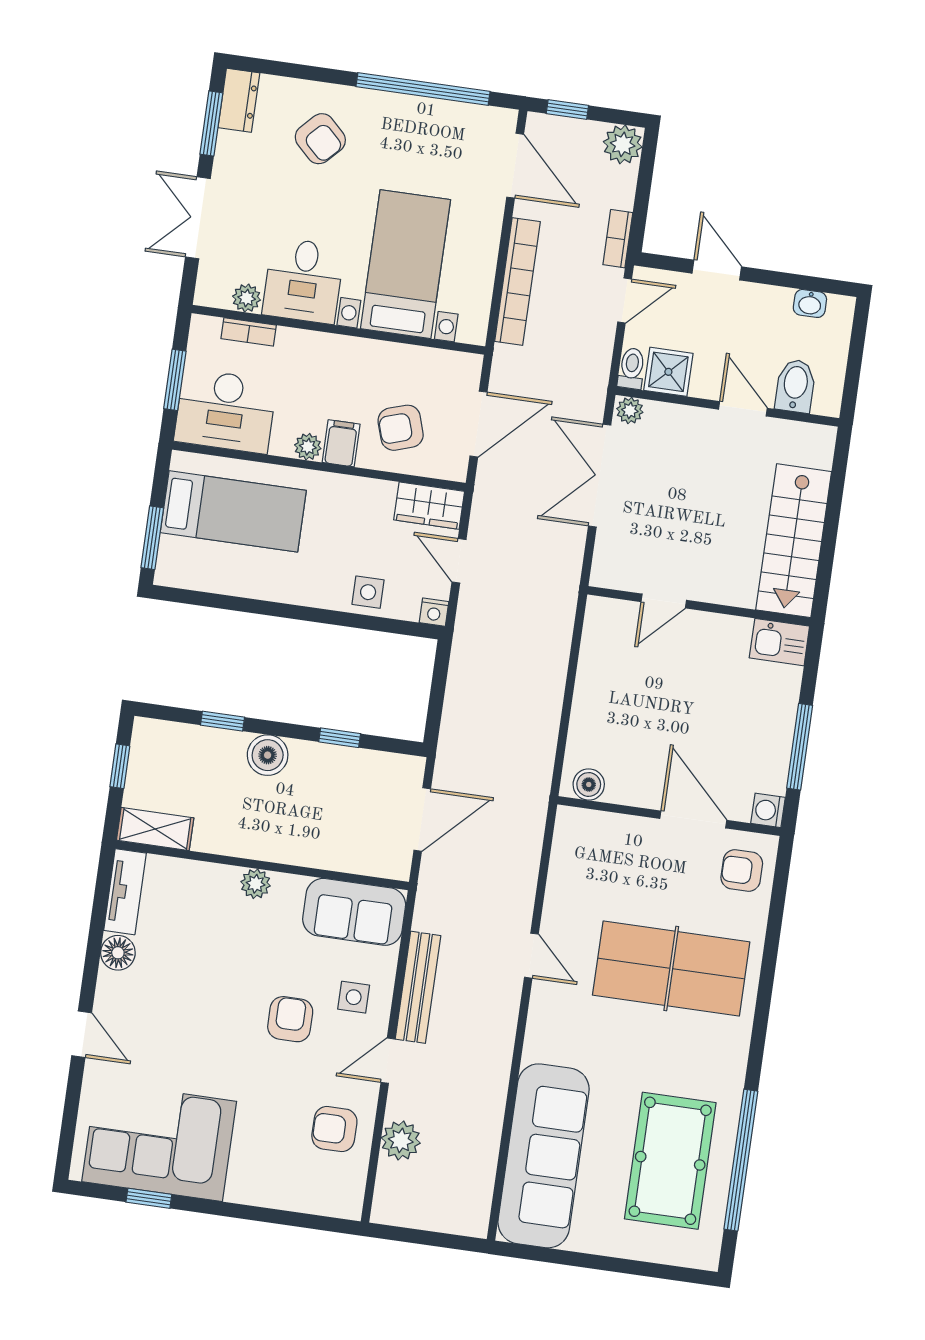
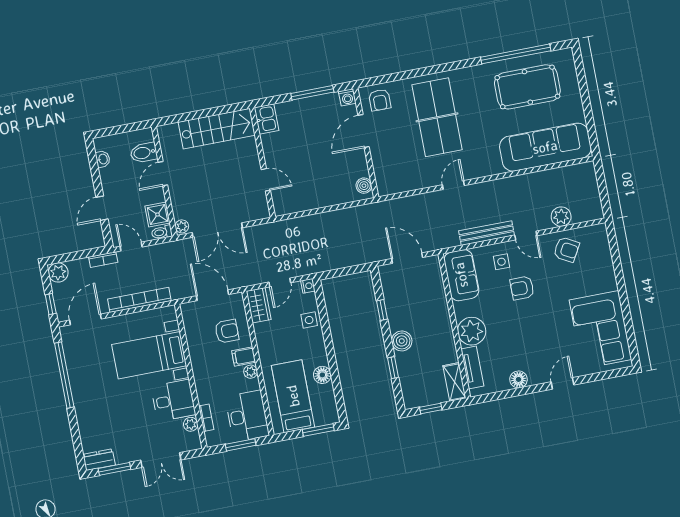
armchair: (320, 139) -> (104, 415), removed
armchair: (401, 428) -> (227, 331), turned -72
floor lamp: (255, 581) -> (322, 375), added
plant: (256, 884) -> (472, 331), width x1.87, depth x1.87
tv unit: (125, 892) -> (472, 368), moved, turned 90
armchair: (334, 1129) -> (566, 250), turned -61
window: (149, 1198) -> (629, 325), removed

